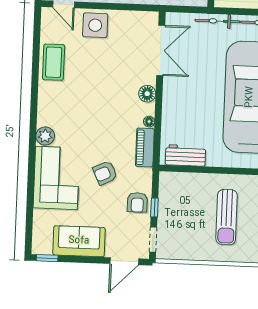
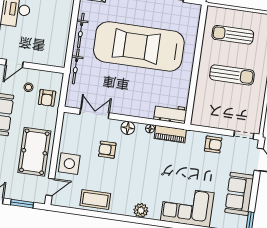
double door: (161, 50) -> (95, 114), width x0.73
plant: (45, 136) -> (141, 210), moved
workbench: (185, 155) -> (170, 114), moved, turned 90
armchair: (105, 173) -> (107, 150), moved, turned 115
window: (154, 207) -> (219, 131), removed

